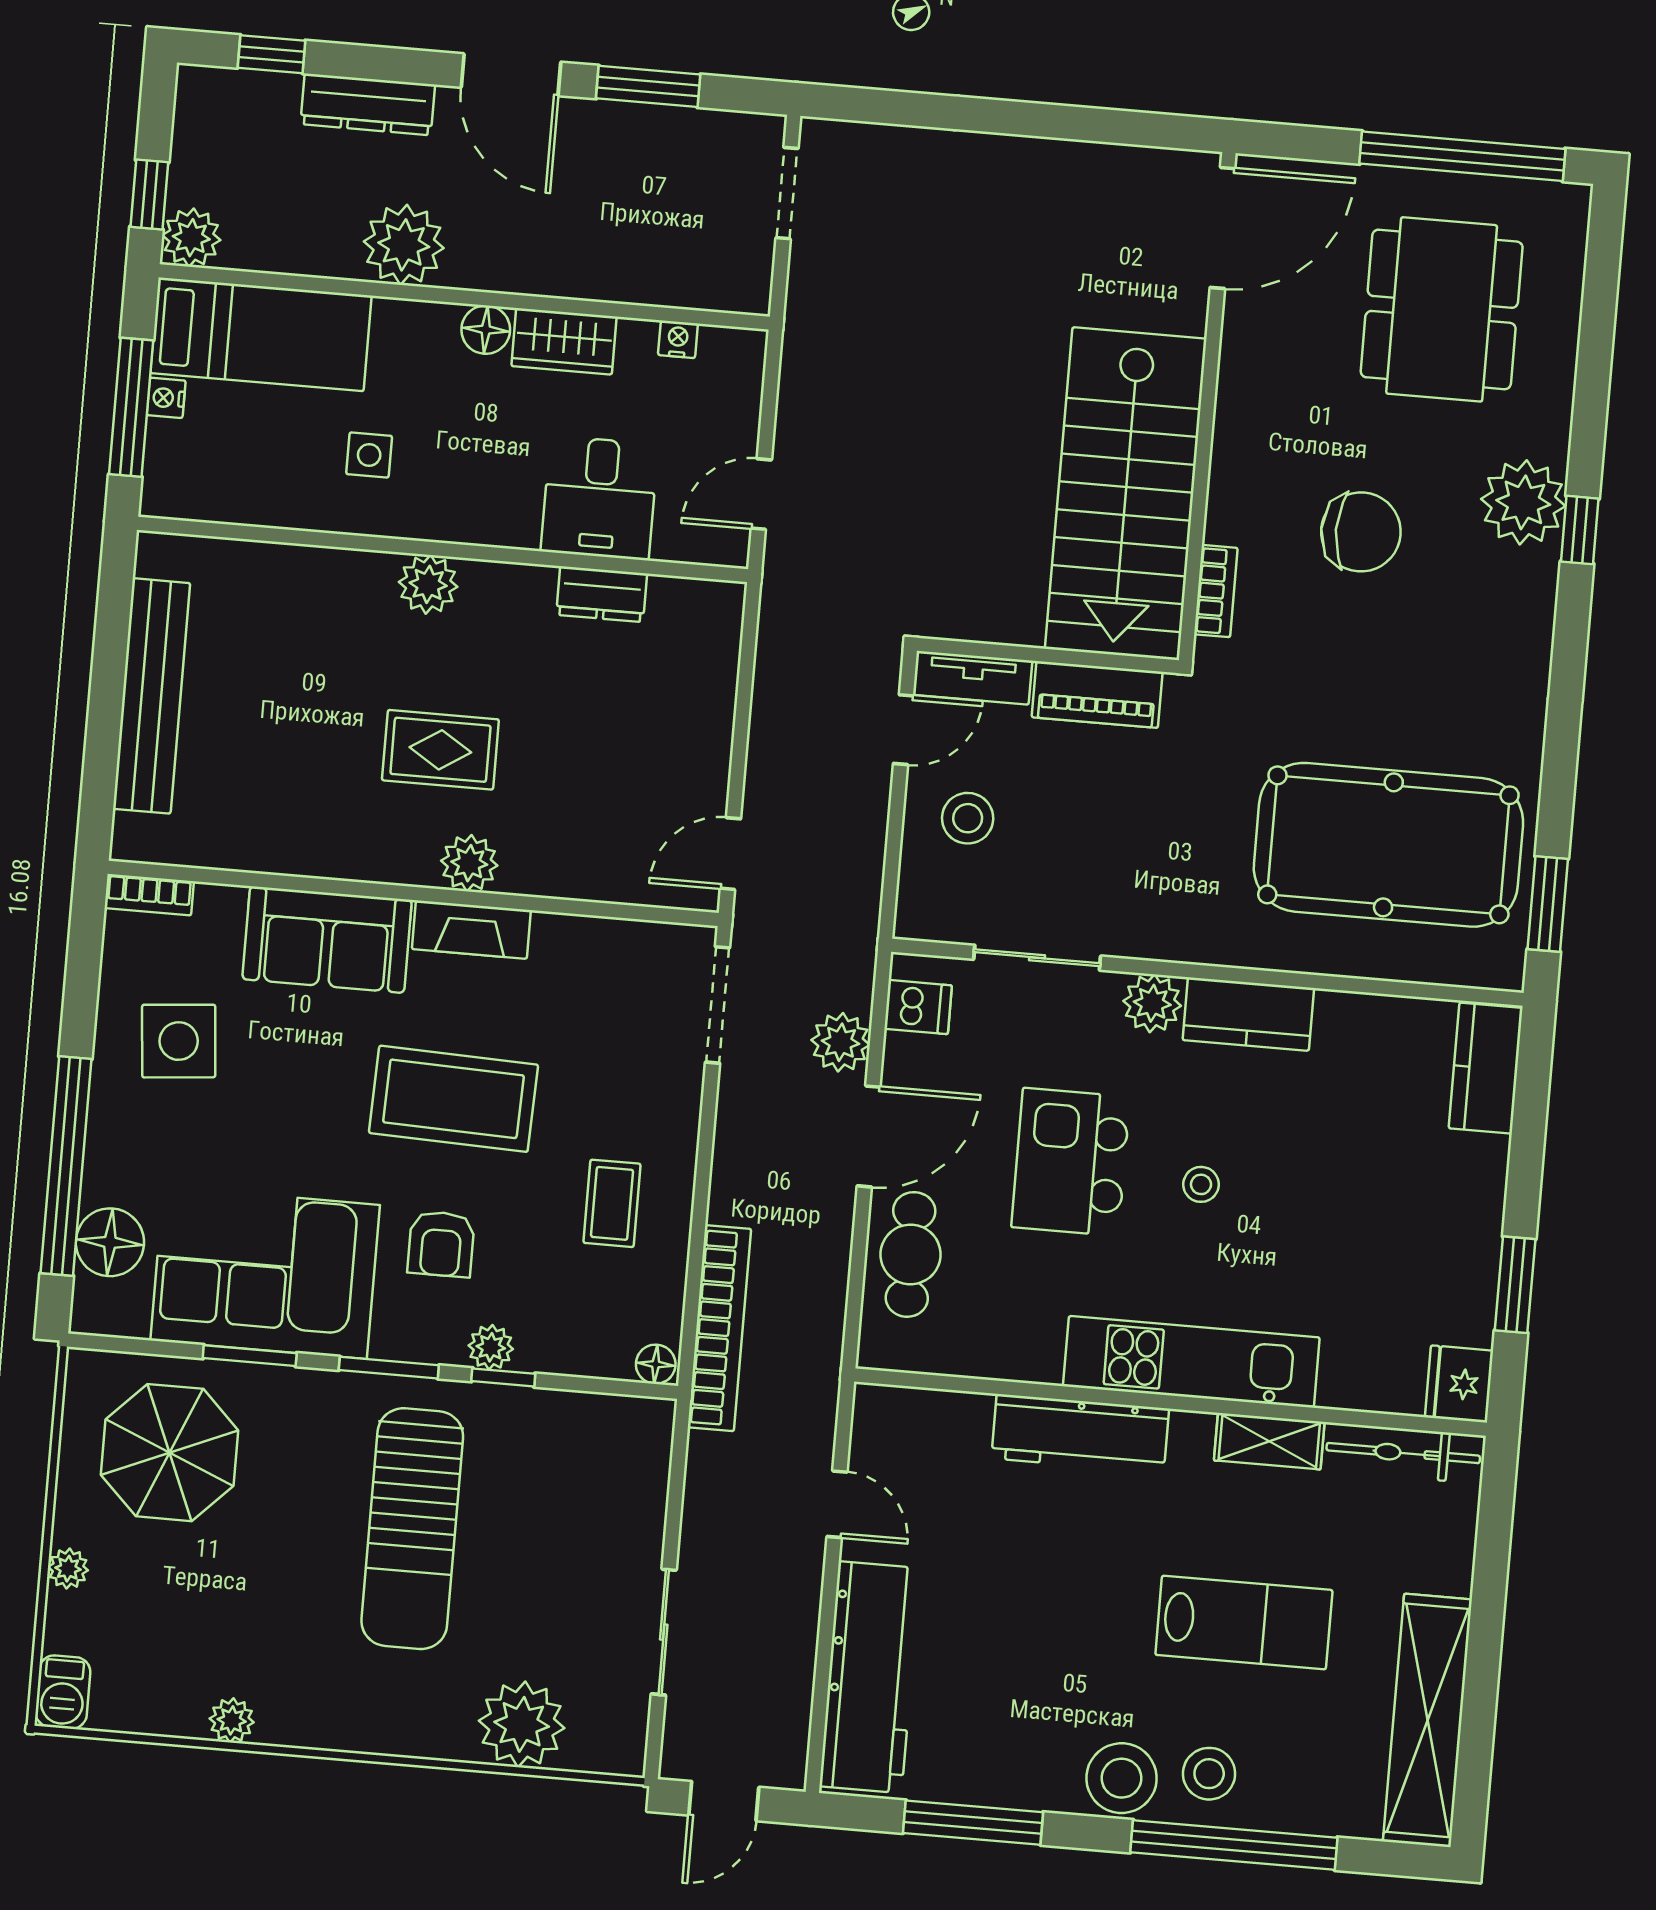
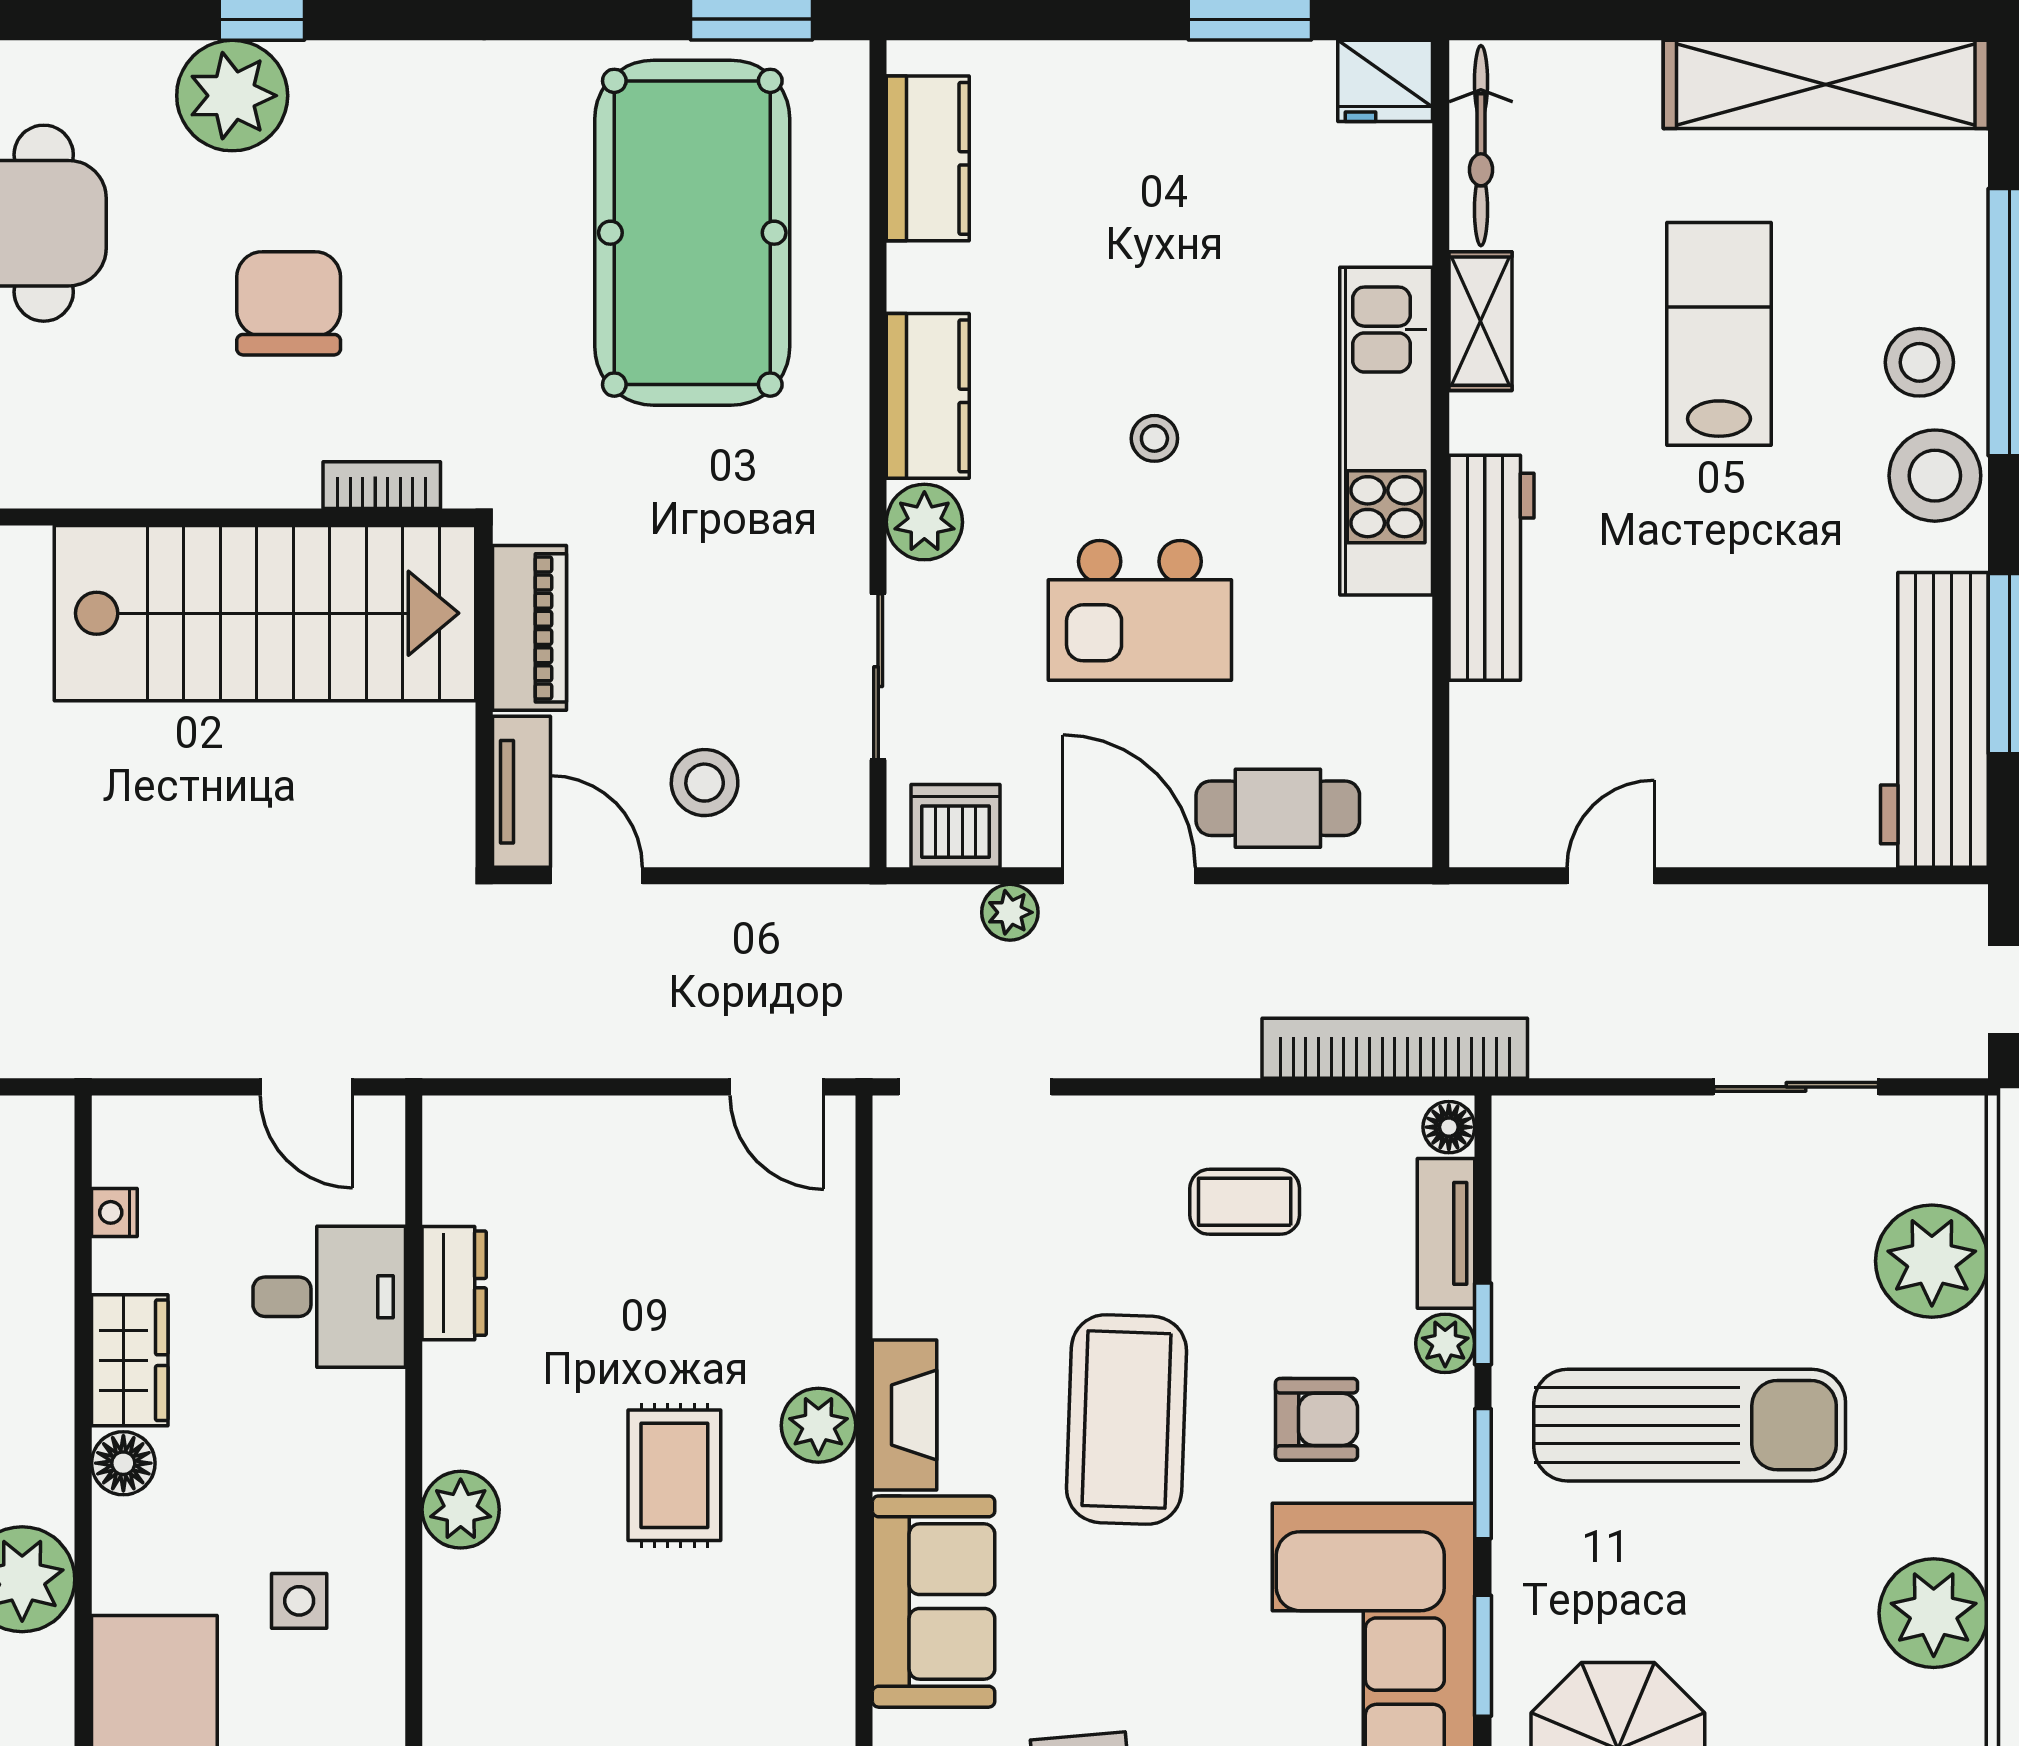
dishwasher: (918, 1007) -> (956, 826), width x1.38
plant: (841, 1042) -> (1010, 912), width x0.73, depth x0.73
kitchen counter: (1486, 1068) -> (928, 158), moved, turned -90
tv unit: (575, 1355) -> (1446, 1233), added
workbench: (870, 1677) -> (1934, 720), moved, turned -90
plant: (232, 1720) -> (1934, 1613), width x1.88, depth x1.88

